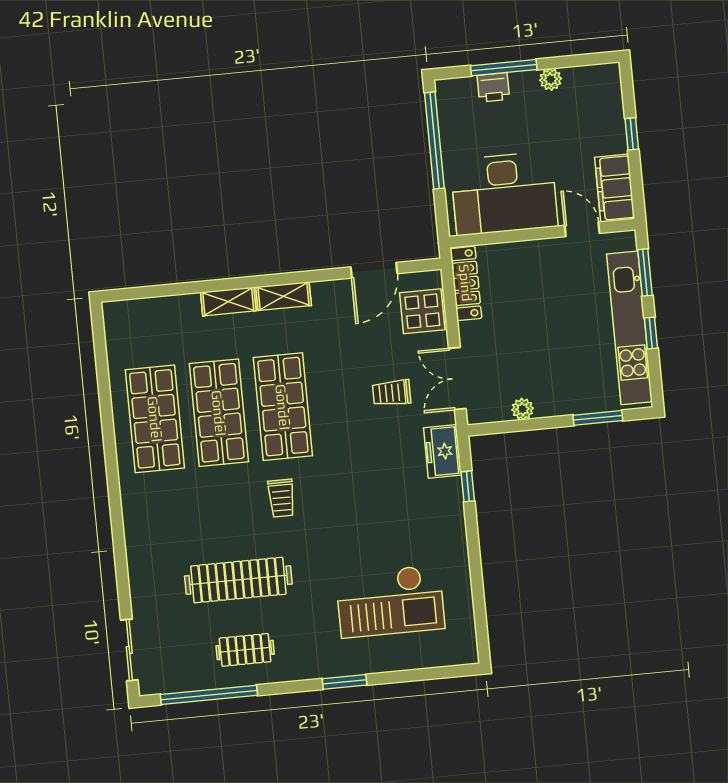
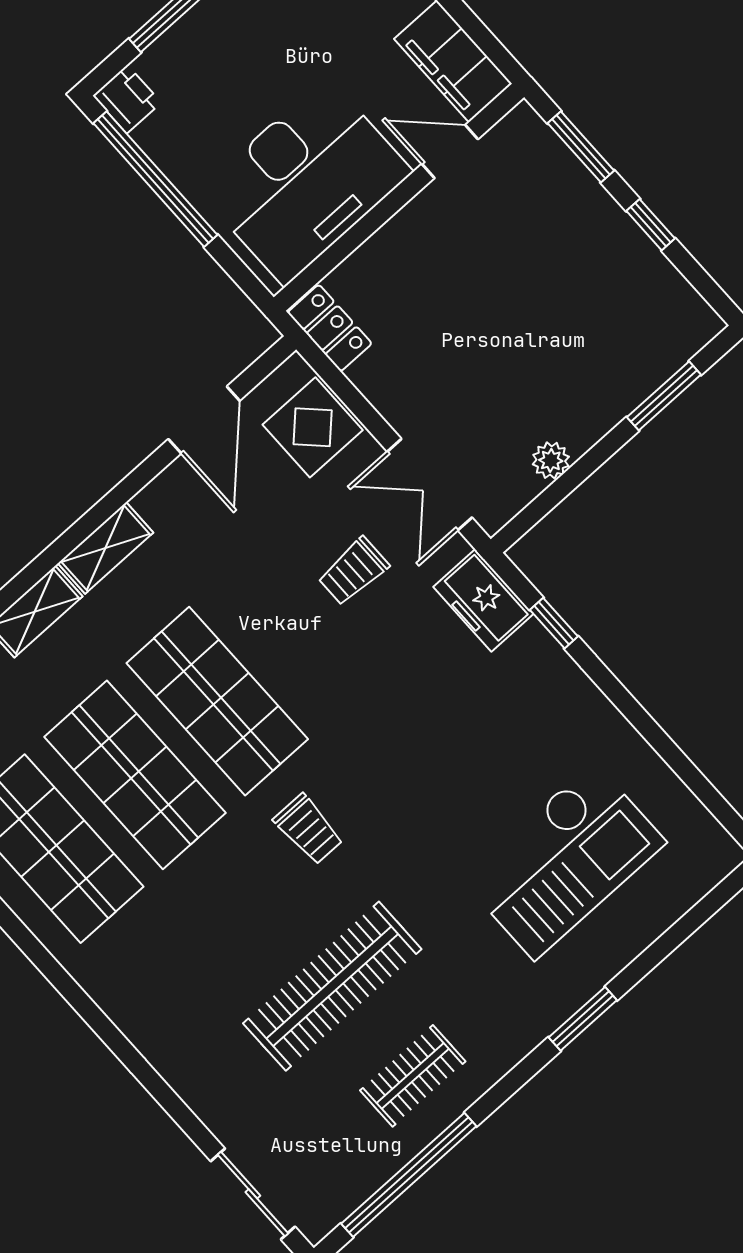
printer: (493, 87) -> (127, 99), moved, turned -90
locker: (466, 283) -> (330, 328), width x0.66
kitchen unit: (629, 328) -> (616, 239), removed

